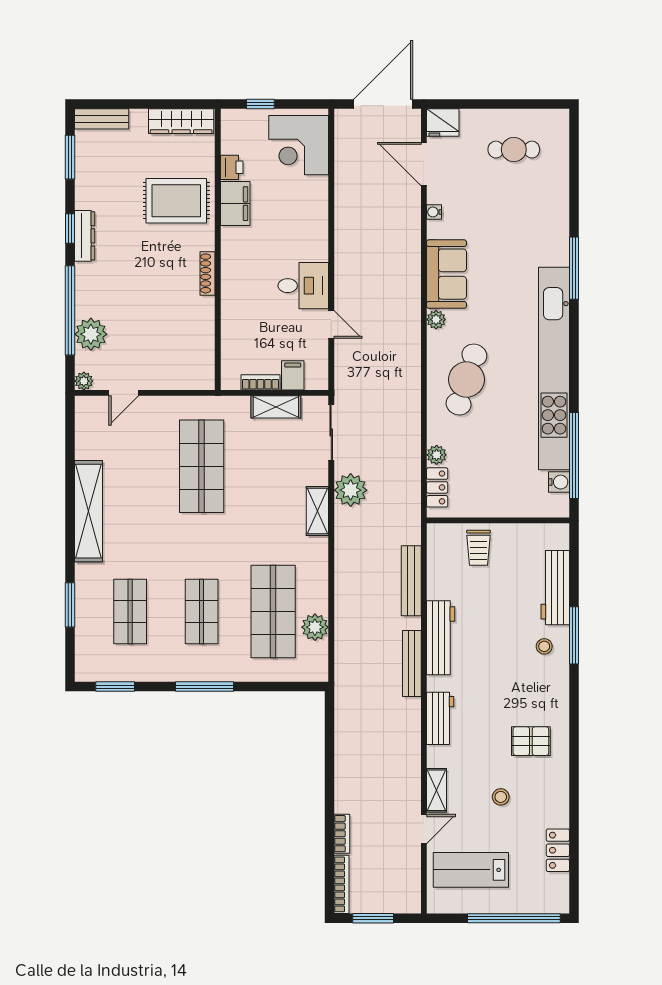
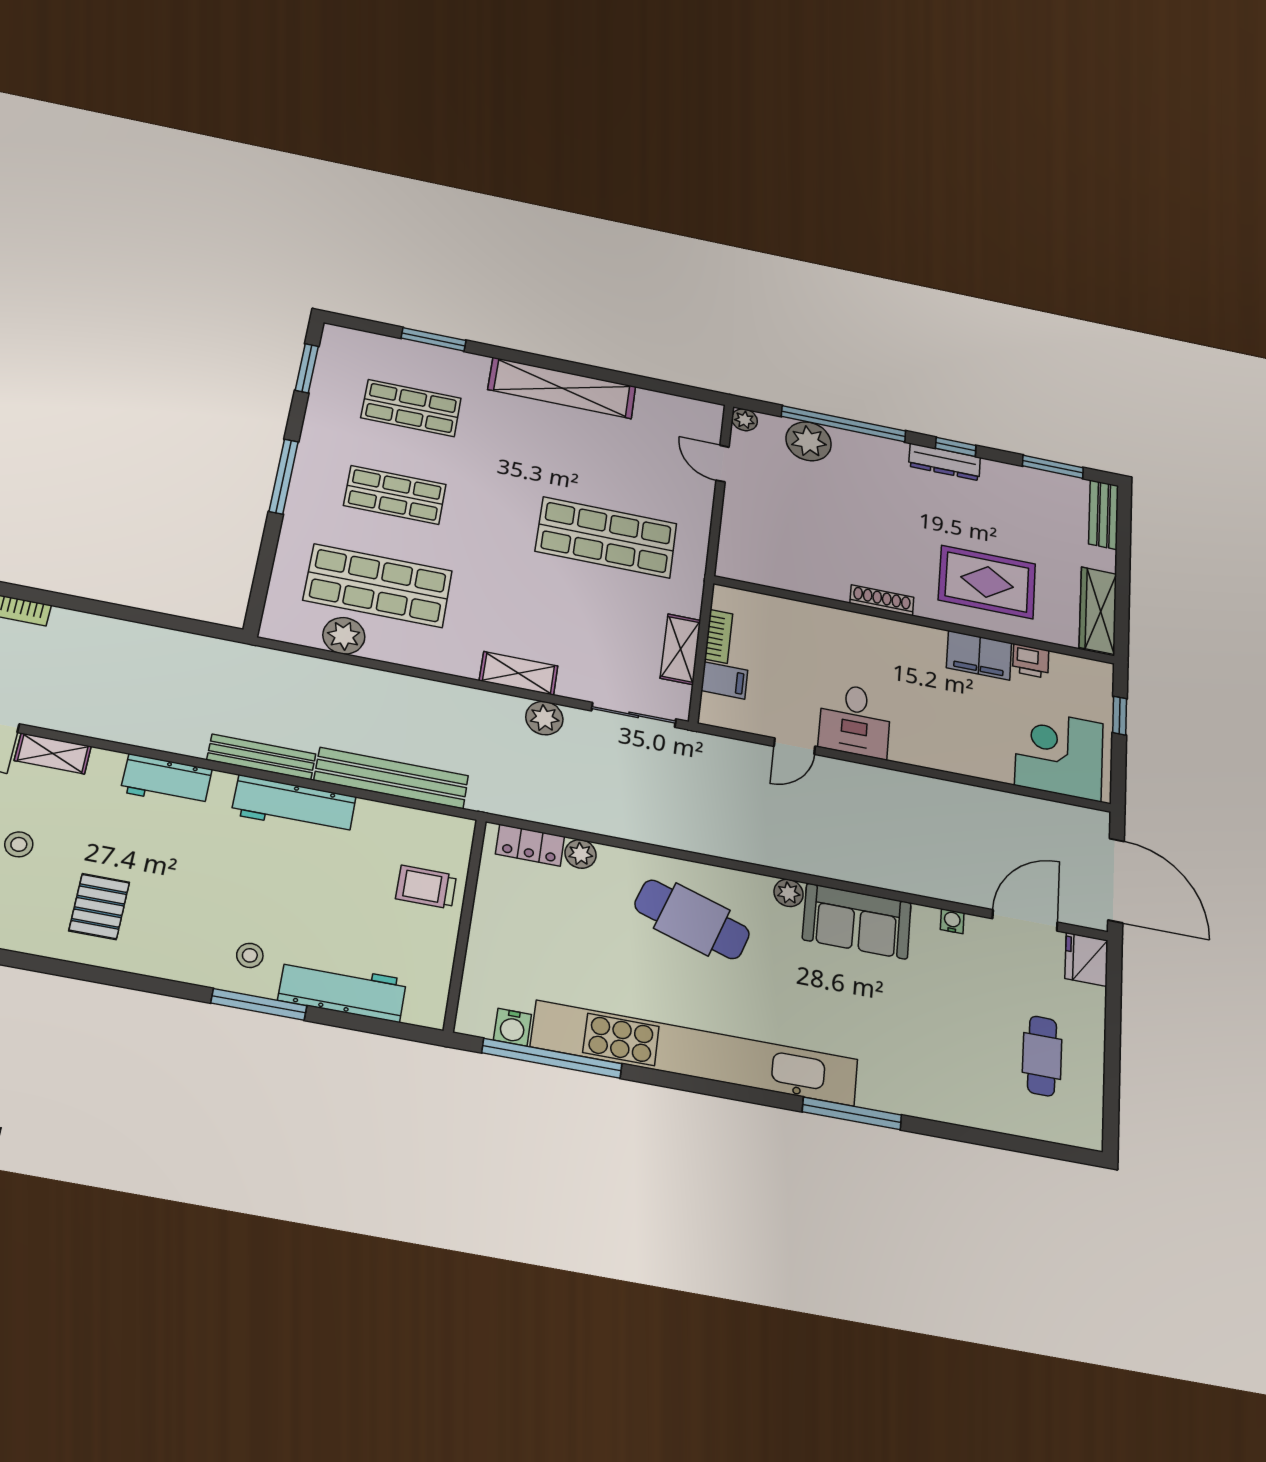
rug: (176, 201) -> (987, 582), turned 90
plant: (351, 490) -> (544, 718), width x0.73, depth x0.73
bench: (411, 581) -> (391, 778), width x1.37, depth x1.21

